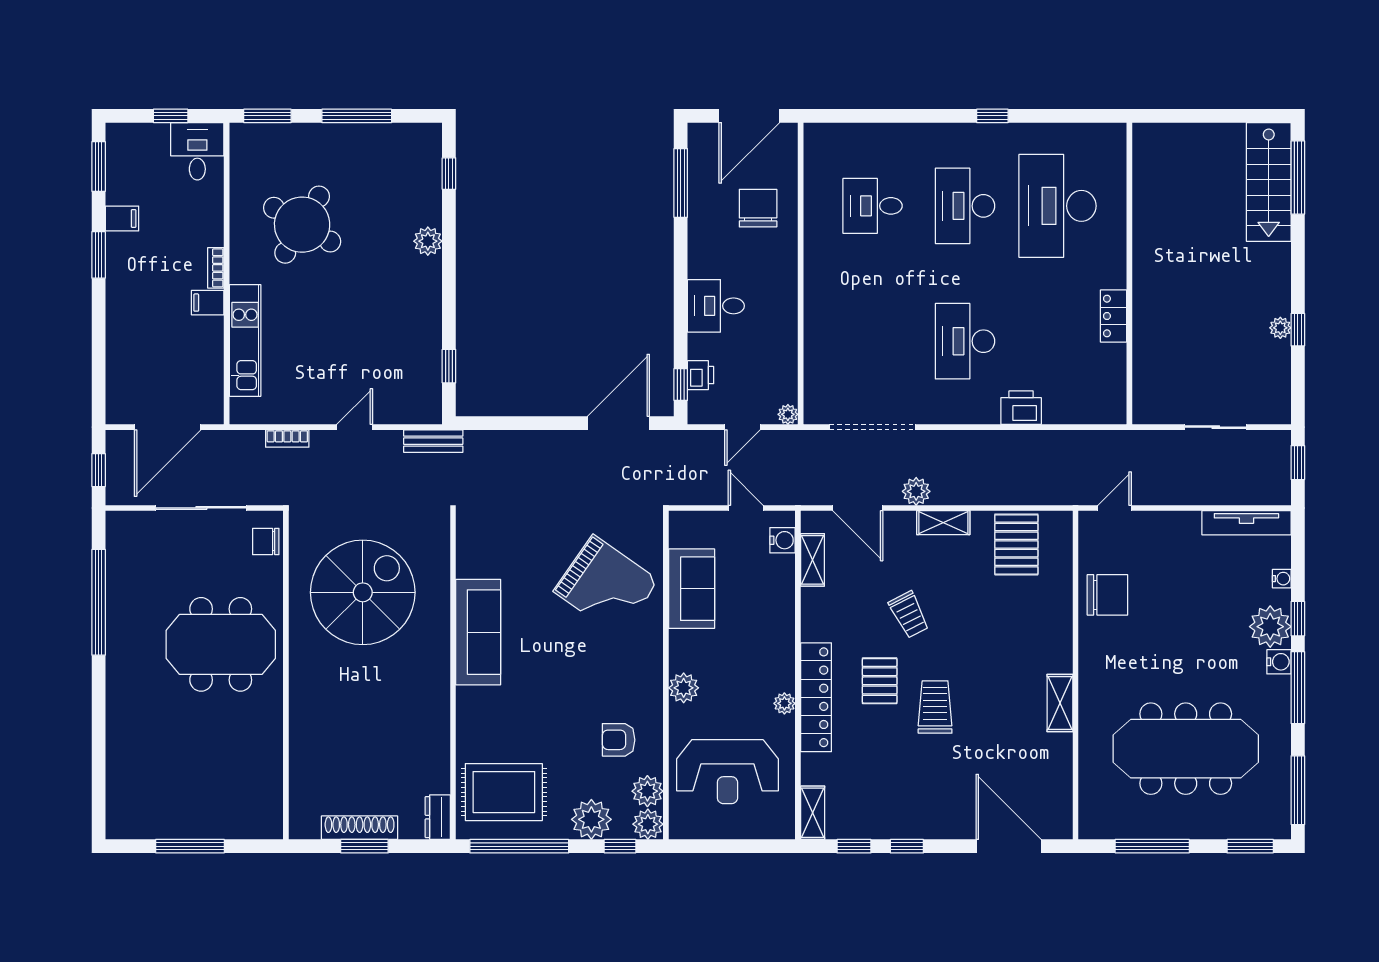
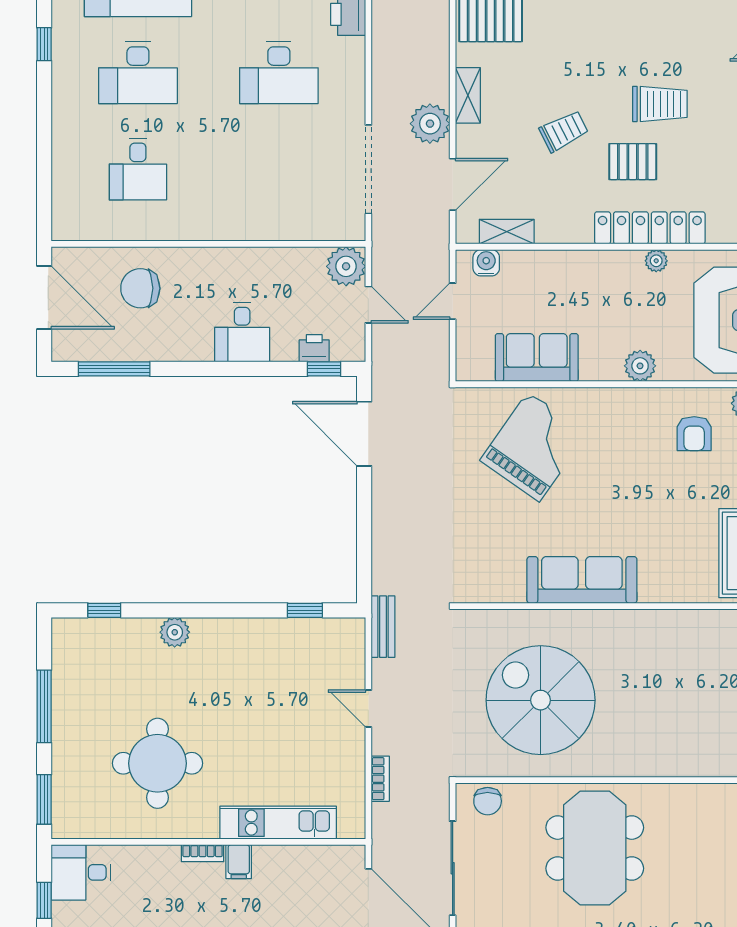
round table: (302, 225) -> (157, 763), turned -31
plant: (788, 414) -> (346, 266), width x1.87, depth x1.87
plant: (916, 491) -> (430, 124), width x1.36, depth x1.36
trolley: (935, 707) -> (660, 104), turned 180

